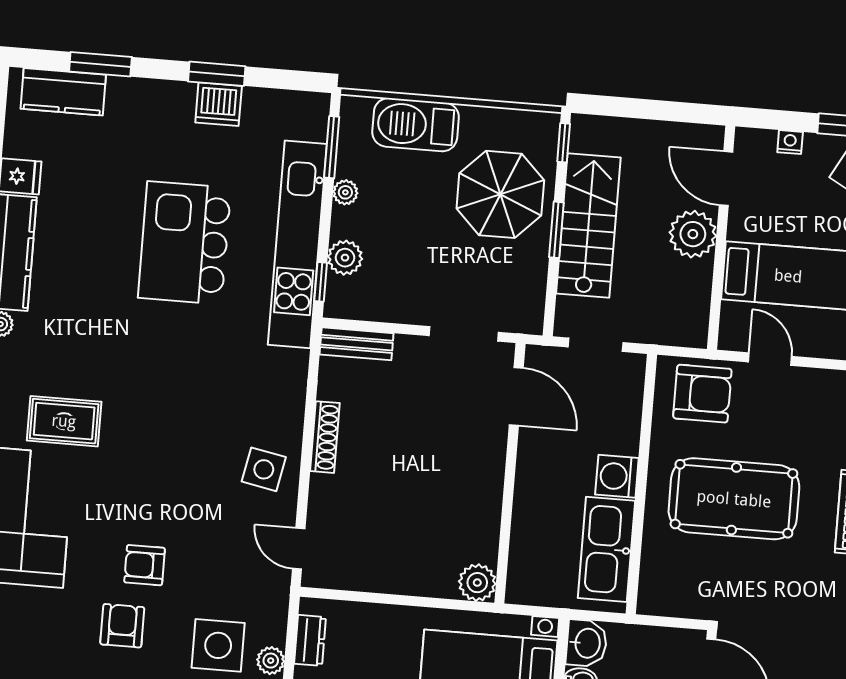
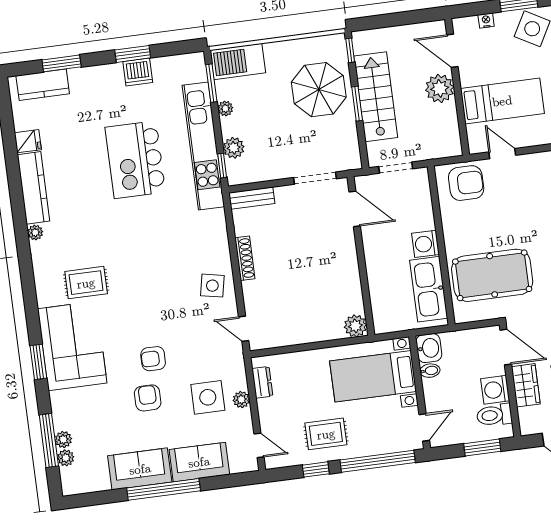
barbecue: (416, 125) -> (238, 61), moved
pool table: (734, 499) -> (492, 275), moved

